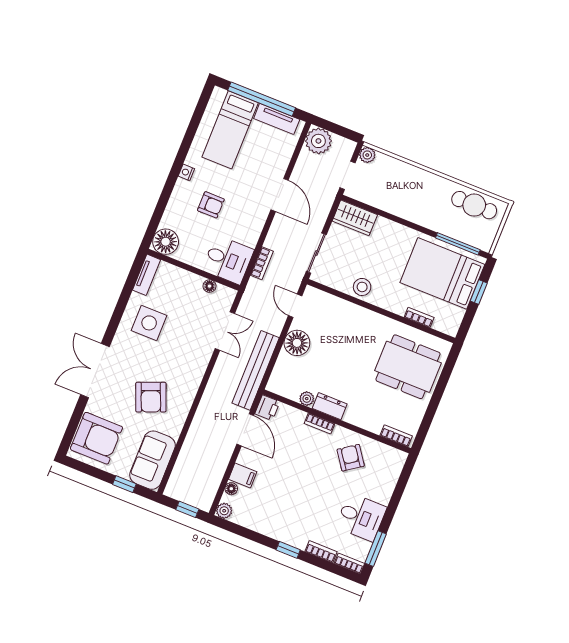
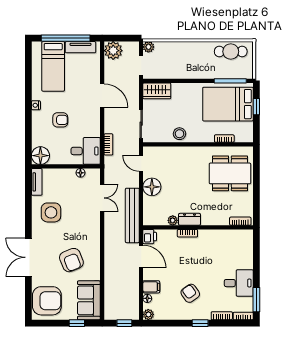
armchair: (351, 458) -> (190, 293), moved

